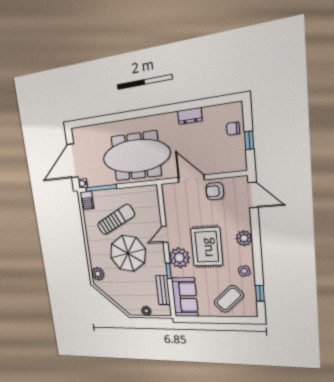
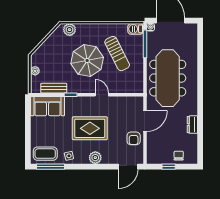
armchair: (215, 191) -> (134, 138), turned 180
plant: (179, 258) -> (82, 105), removed
window: (260, 293) -> (50, 167), width x2.17
coffee table: (229, 299) -> (45, 154), moved, turned -47

